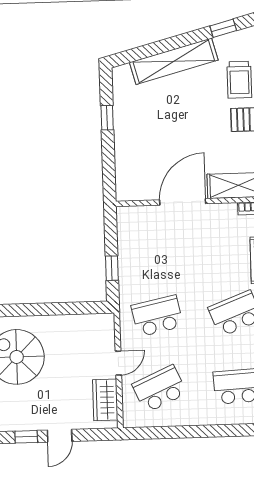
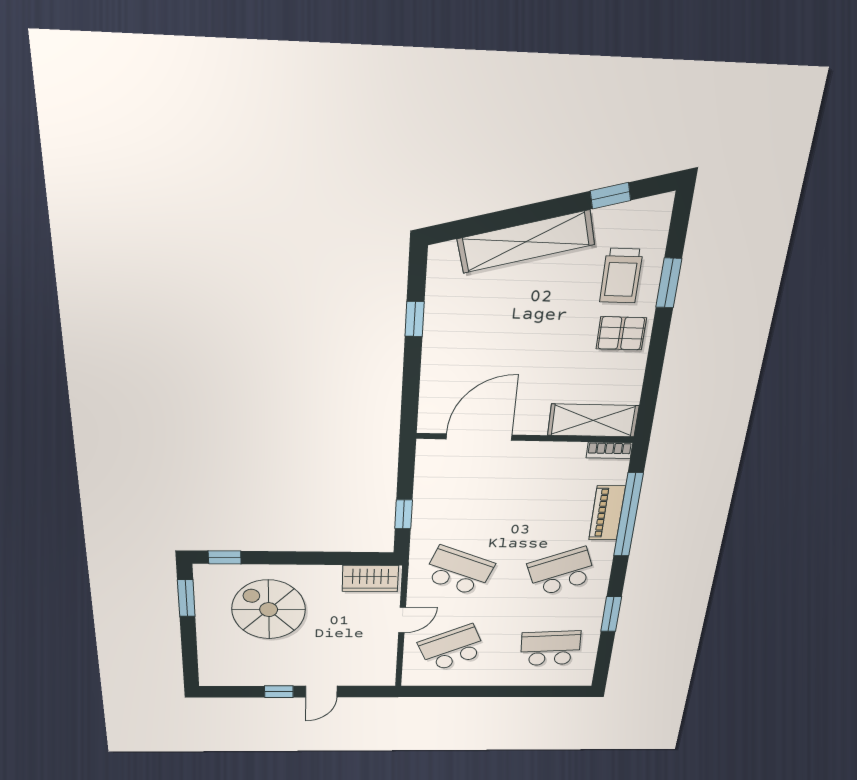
door: (183, 202) -> (479, 437), moved
school desk: (157, 316) -> (459, 571), turned 33
wardrobe: (105, 400) -> (370, 579), moved, turned -90

